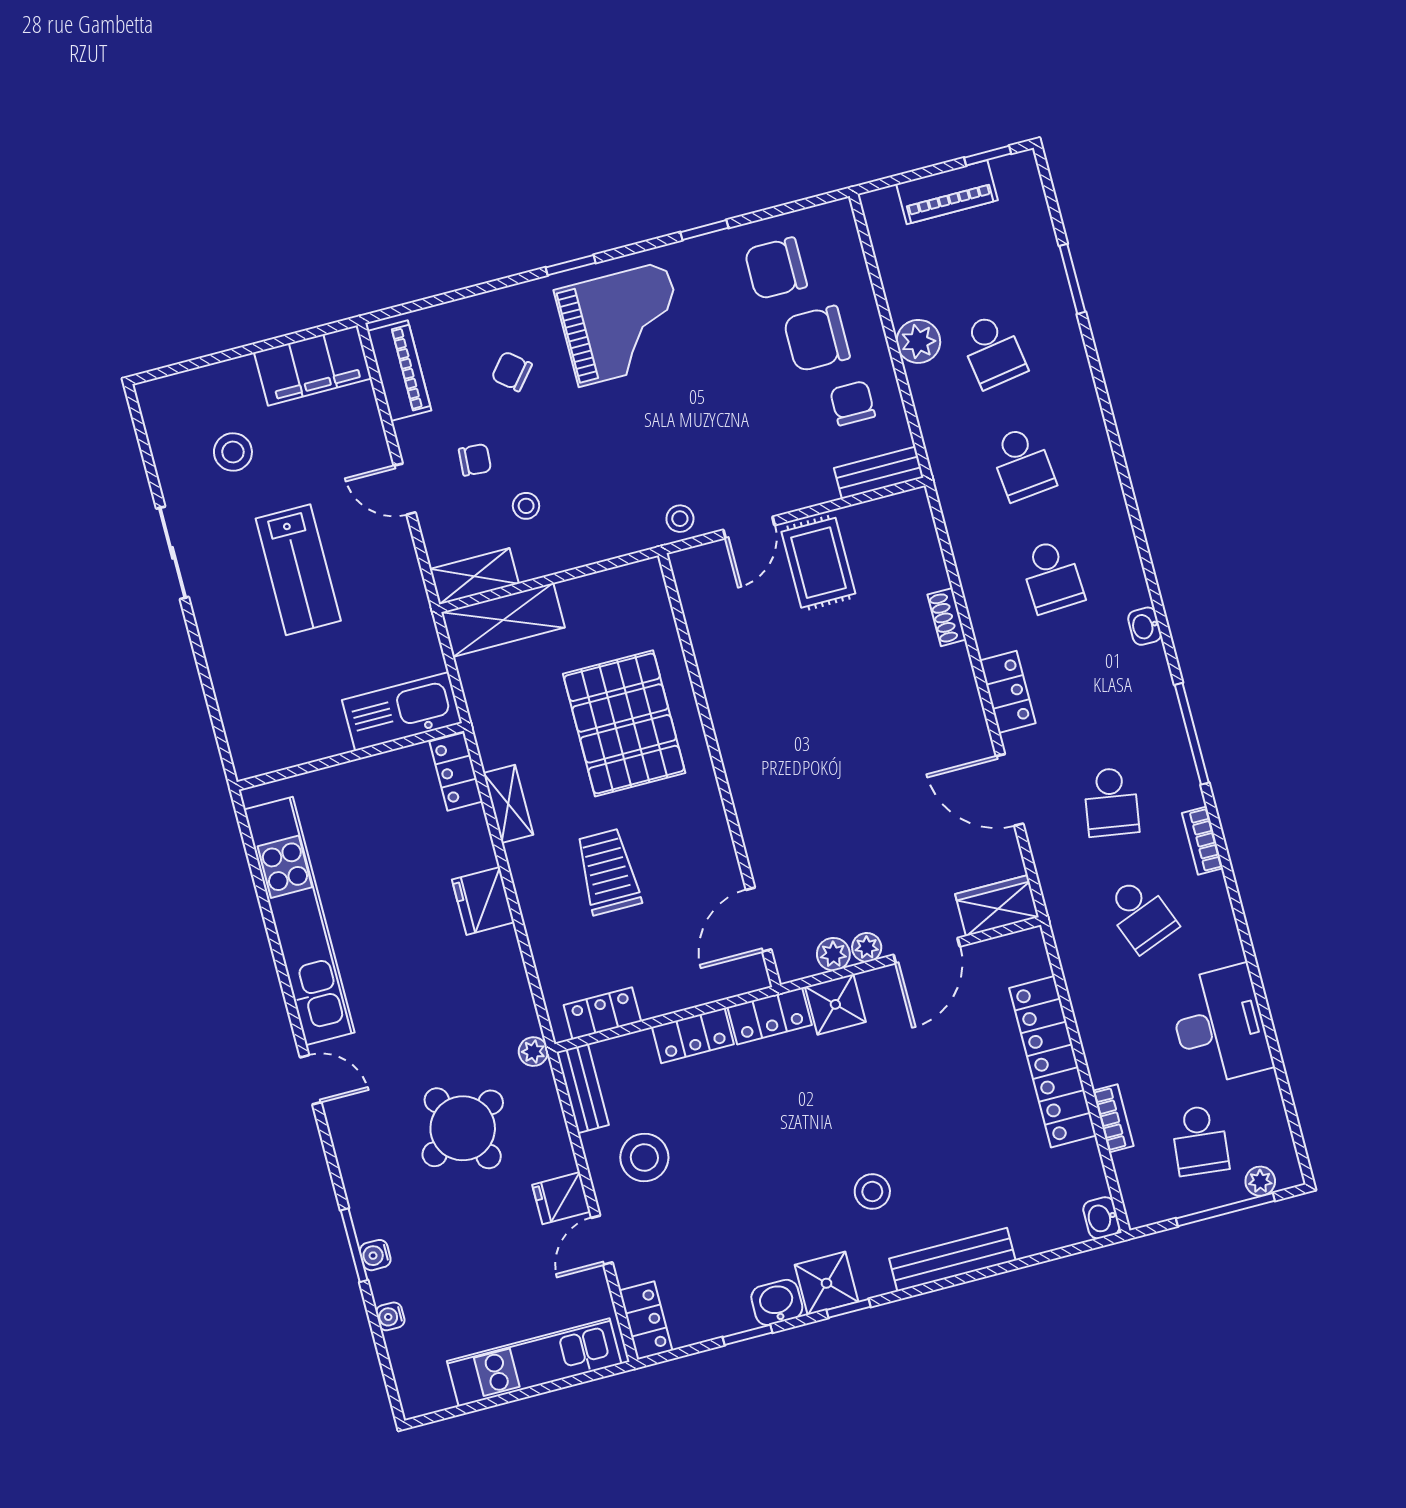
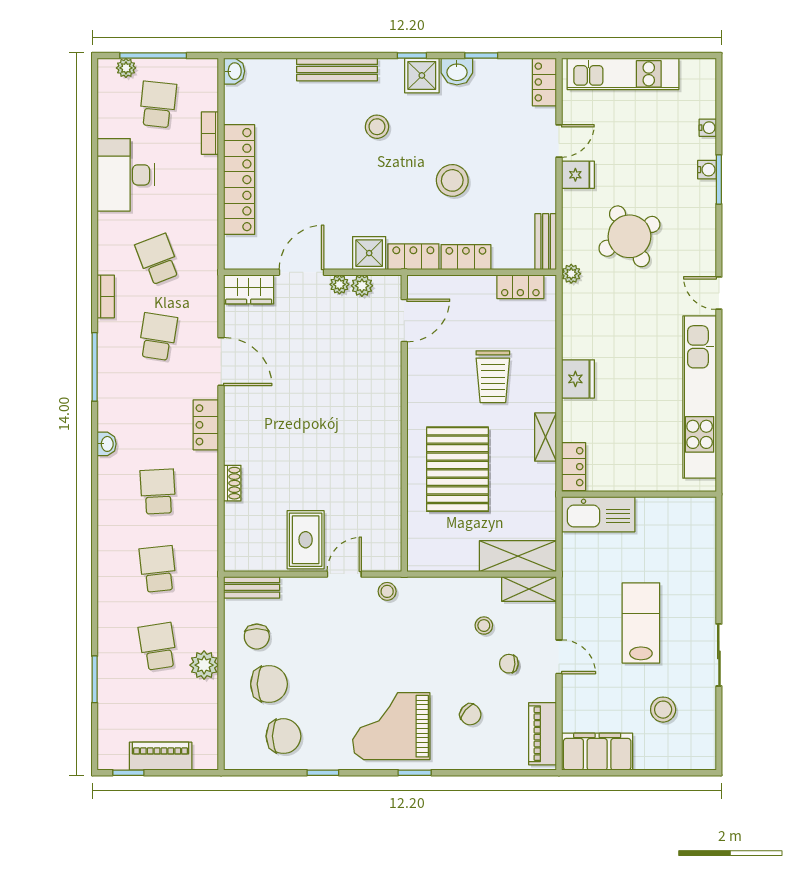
stool: (644, 1157) -> (452, 180), moved

